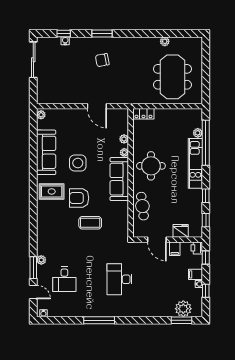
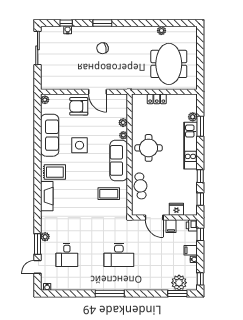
locker: (143, 114) -> (157, 99), moved
window: (206, 143) -> (200, 126), width x0.47
armchair: (79, 198) -> (79, 106), moved
fireplace: (43, 217) -> (47, 196), added
coffee table: (90, 223) -> (109, 194), moved
desk: (120, 279) -> (119, 255), turned -90
window: (206, 291) -> (200, 279), moved
door: (33, 292) -> (38, 267), swing flipped
window: (99, 320) -> (110, 293), moved

